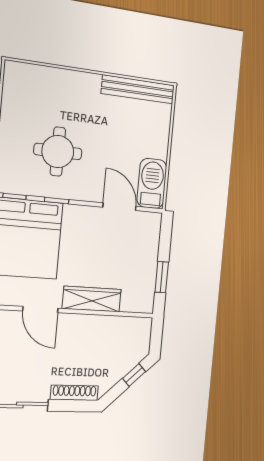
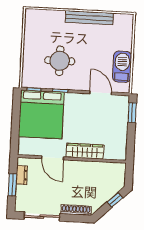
bench: (138, 89) -> (89, 18), moved
barbecue: (152, 183) -> (122, 67), moved
window: (162, 277) -> (132, 113), moved

